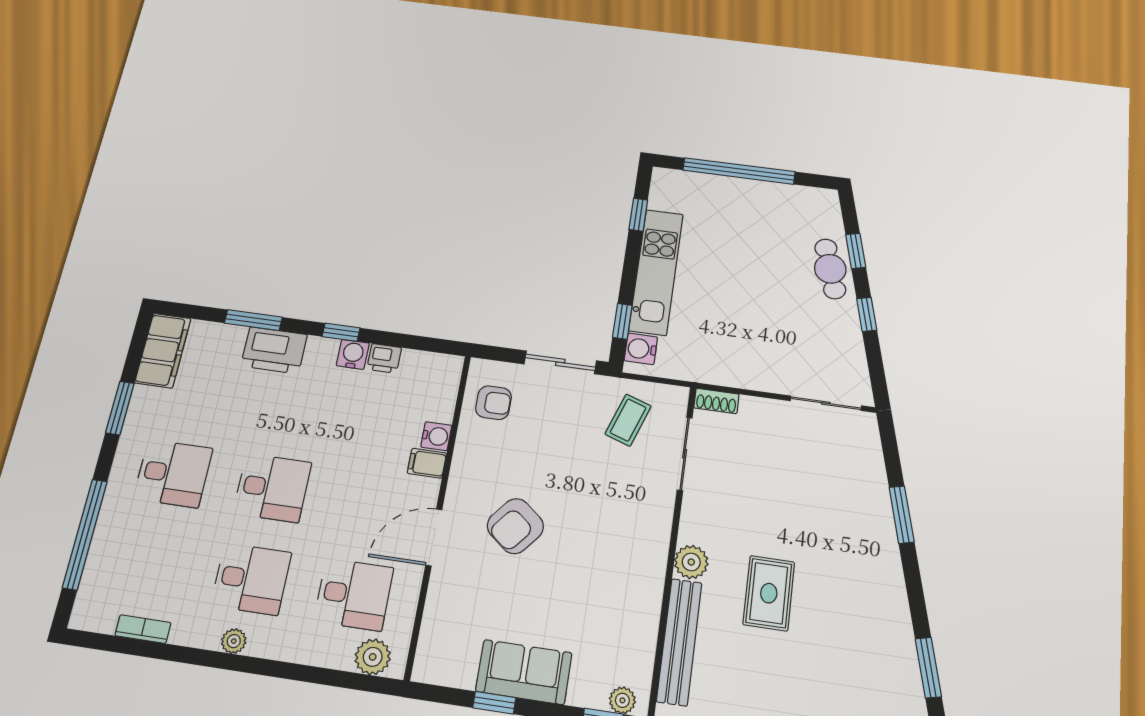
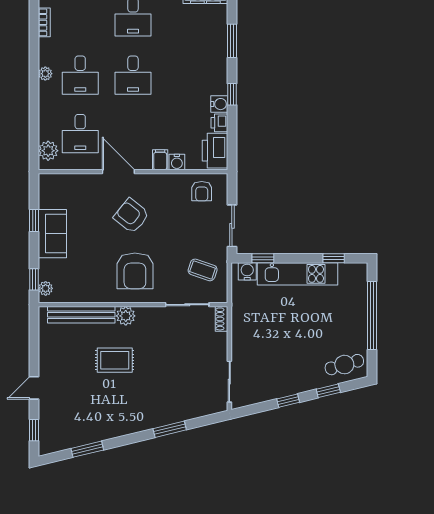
cafe table: (830, 269) -> (344, 365), moved
printer: (274, 350) -> (215, 151), moved
armchair: (613, 534) -> (135, 271), added

